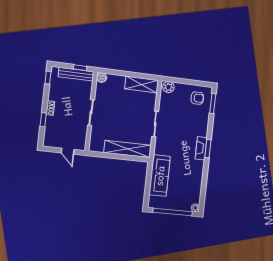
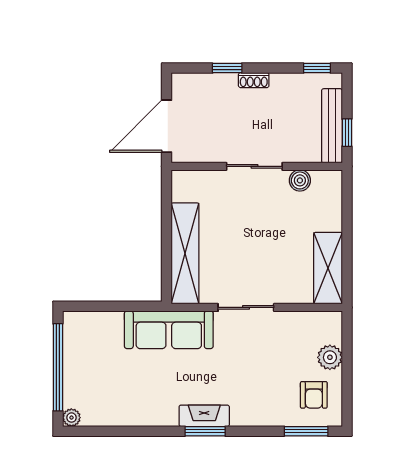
boiler: (102, 78) -> (300, 180), moved
plant: (168, 87) -> (330, 357), moved
door: (68, 151) -> (167, 126), width x1.88
sofa: (160, 176) -> (169, 330), moved

